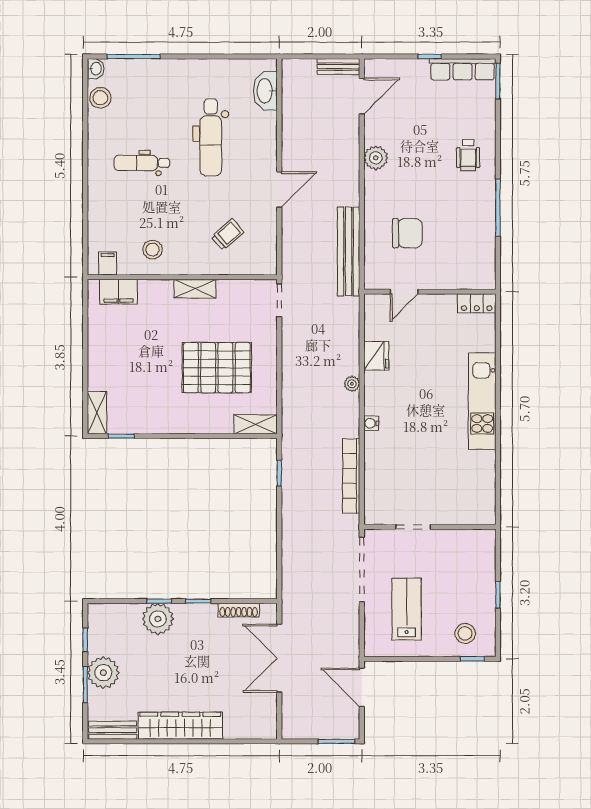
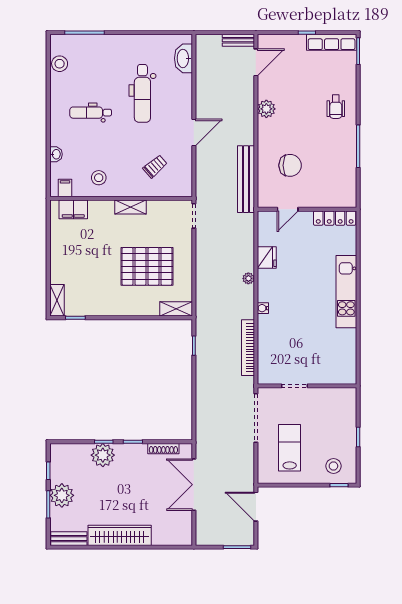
washbasin: (96, 69) -> (56, 154), moved
locker: (477, 303) -> (335, 218), width x1.53

